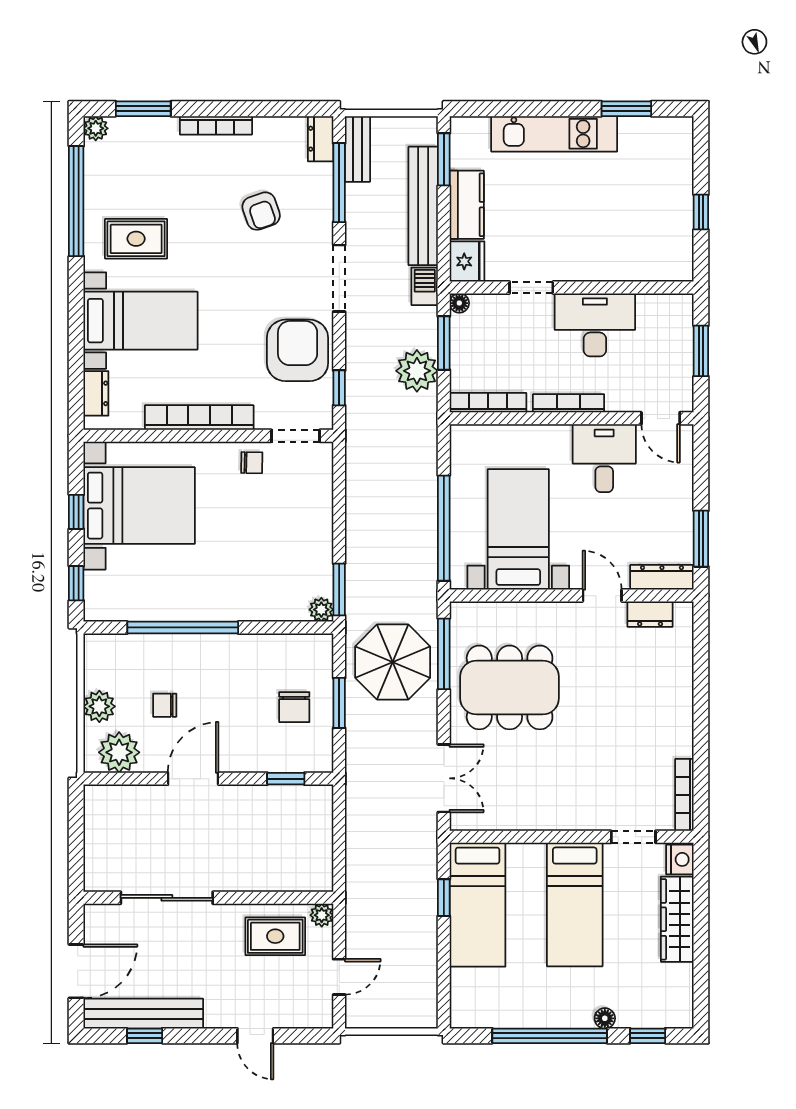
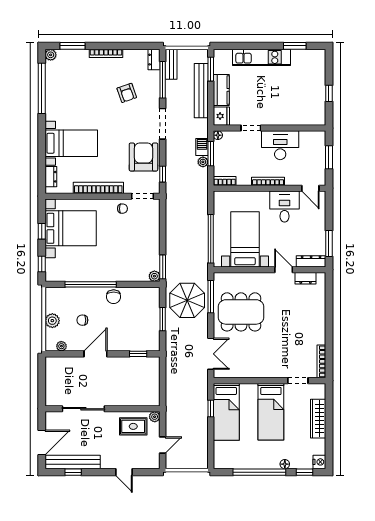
rug: (136, 239) -> (69, 106), removed
barbecue: (425, 286) -> (202, 147), moved
plant: (417, 371) -> (203, 162), width x0.53, depth x0.53
bookcase: (488, 403) -> (225, 181), width x0.64
chair: (294, 707) -> (114, 297), moved
plant: (119, 752) -> (61, 346), width x0.53, depth x0.53
nightstand: (680, 859) -> (319, 462), moved

